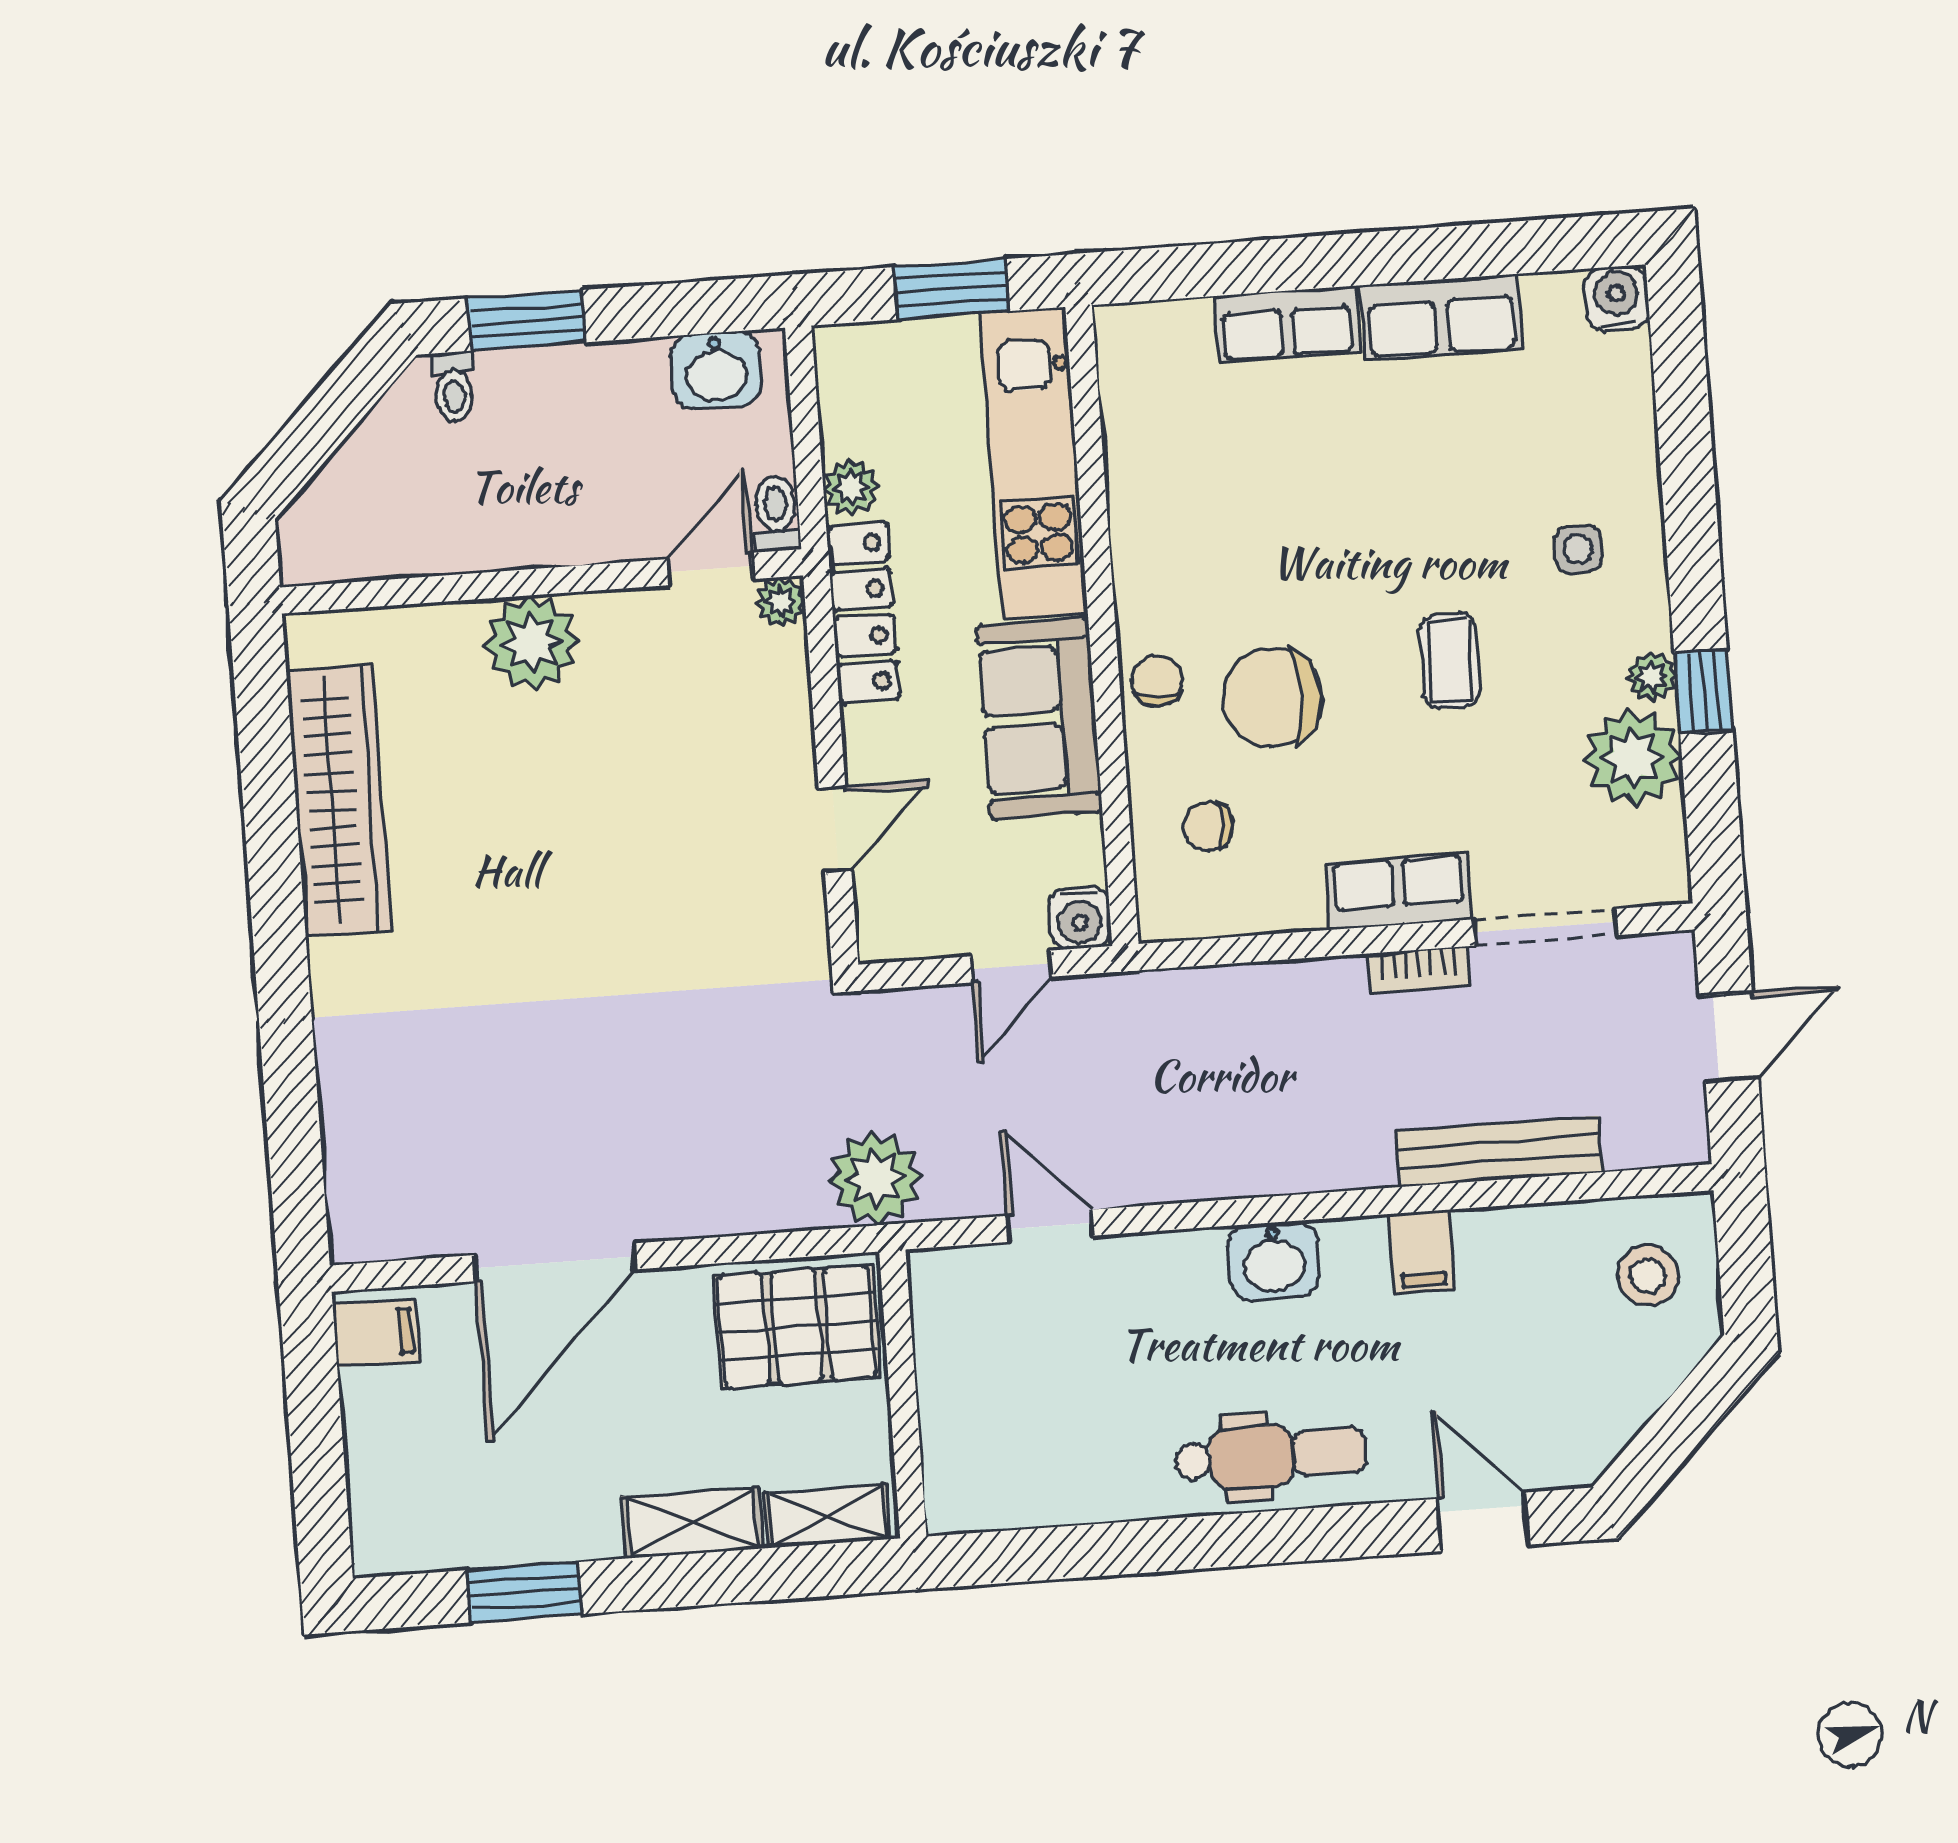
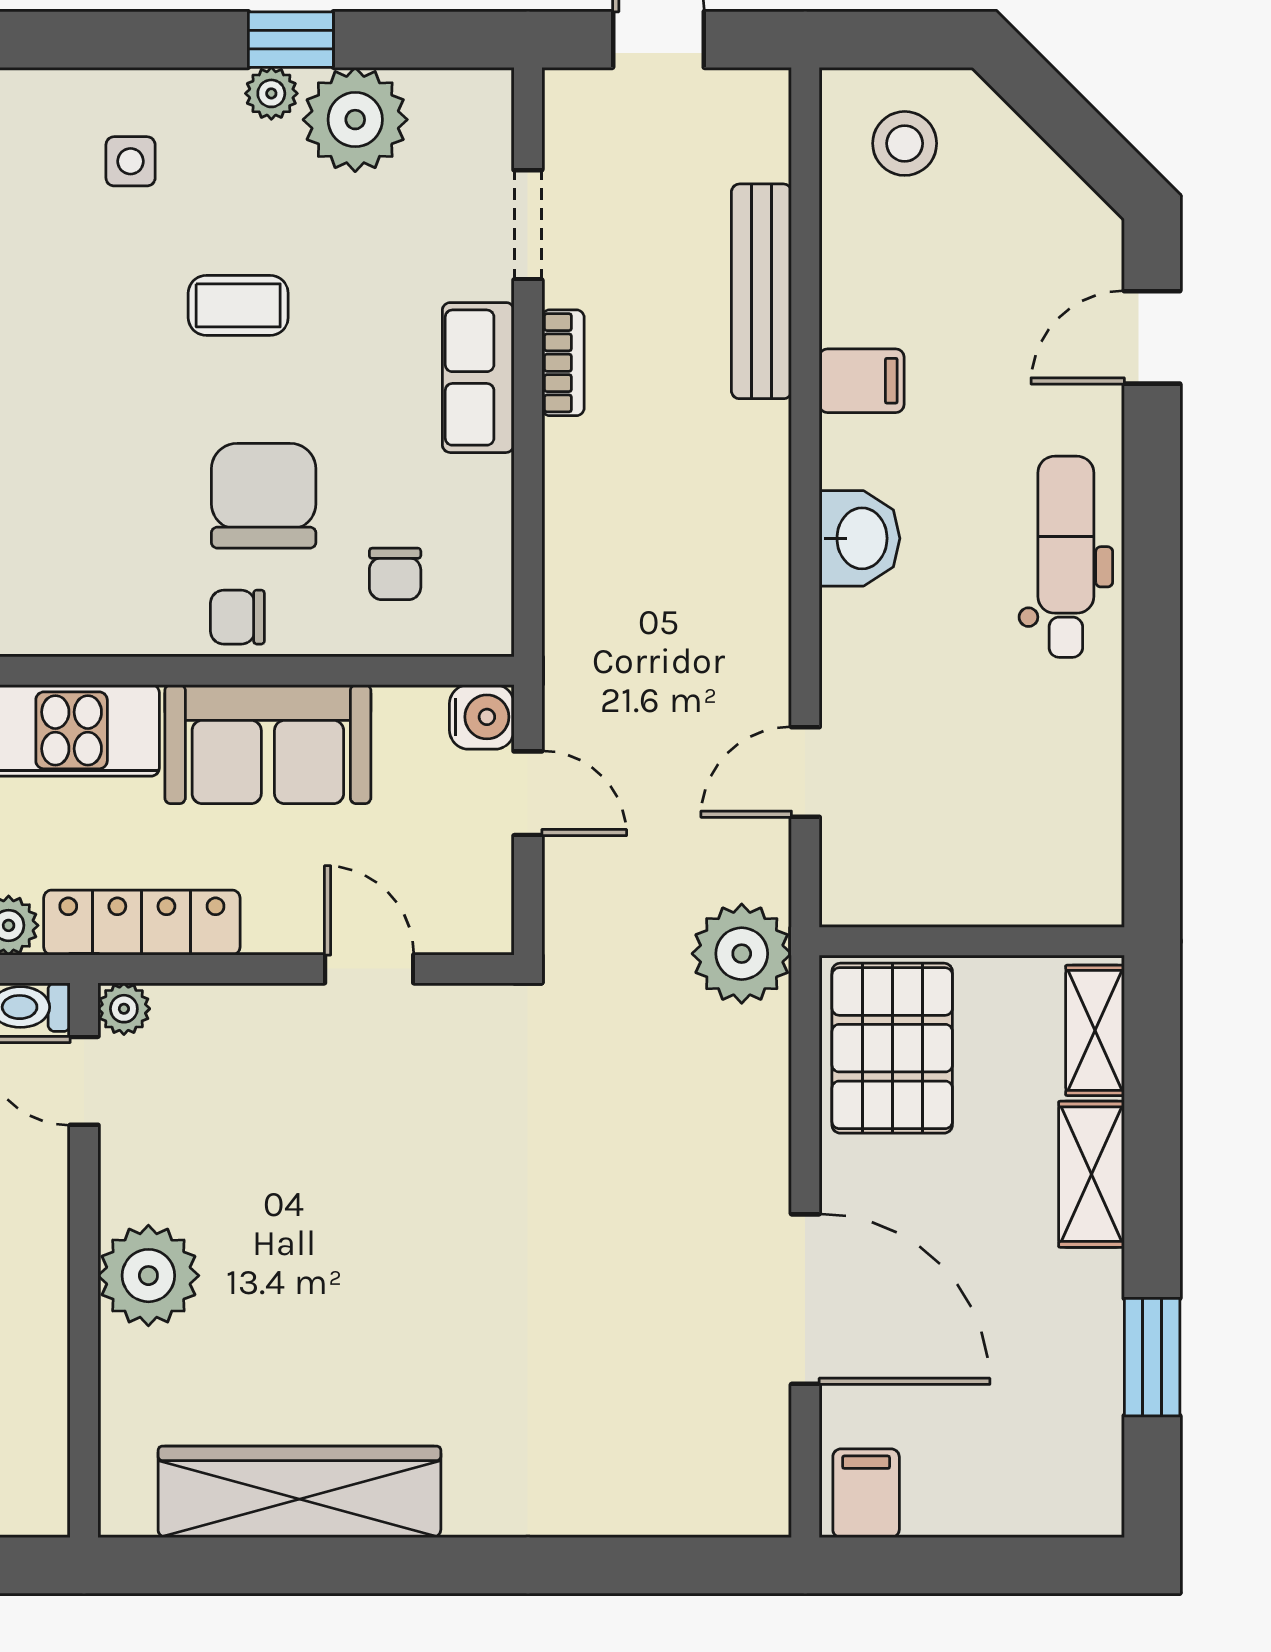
chair: (1273, 697) -> (264, 496), turned 180
doorway: (1546, 927) -> (528, 225), width x0.73

